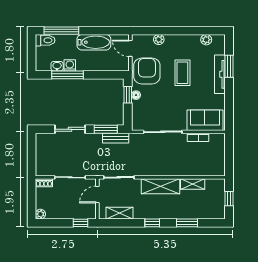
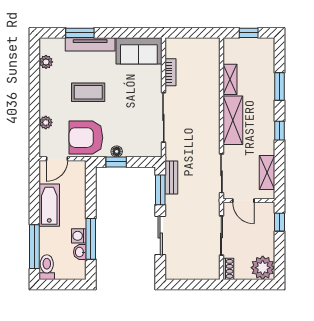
sofa: (205, 120) -> (139, 51), moved, turned -90
plant: (40, 214) -> (263, 268), width x1.88, depth x1.88

